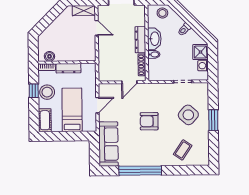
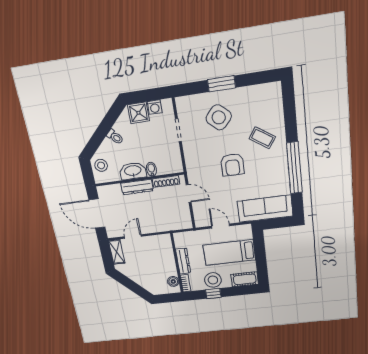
coffee table: (183, 150) -> (262, 138), moved

